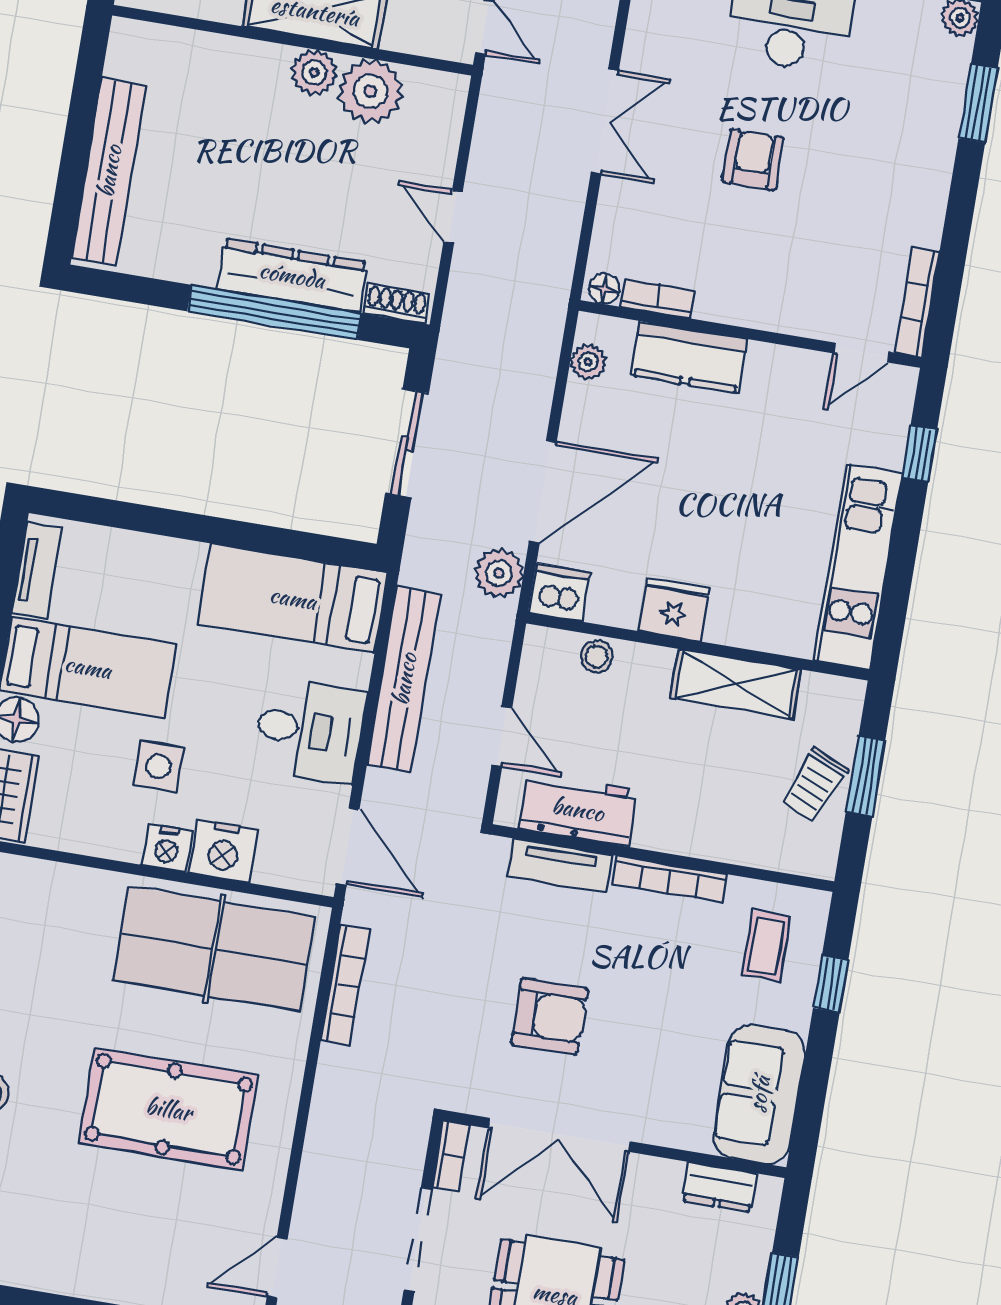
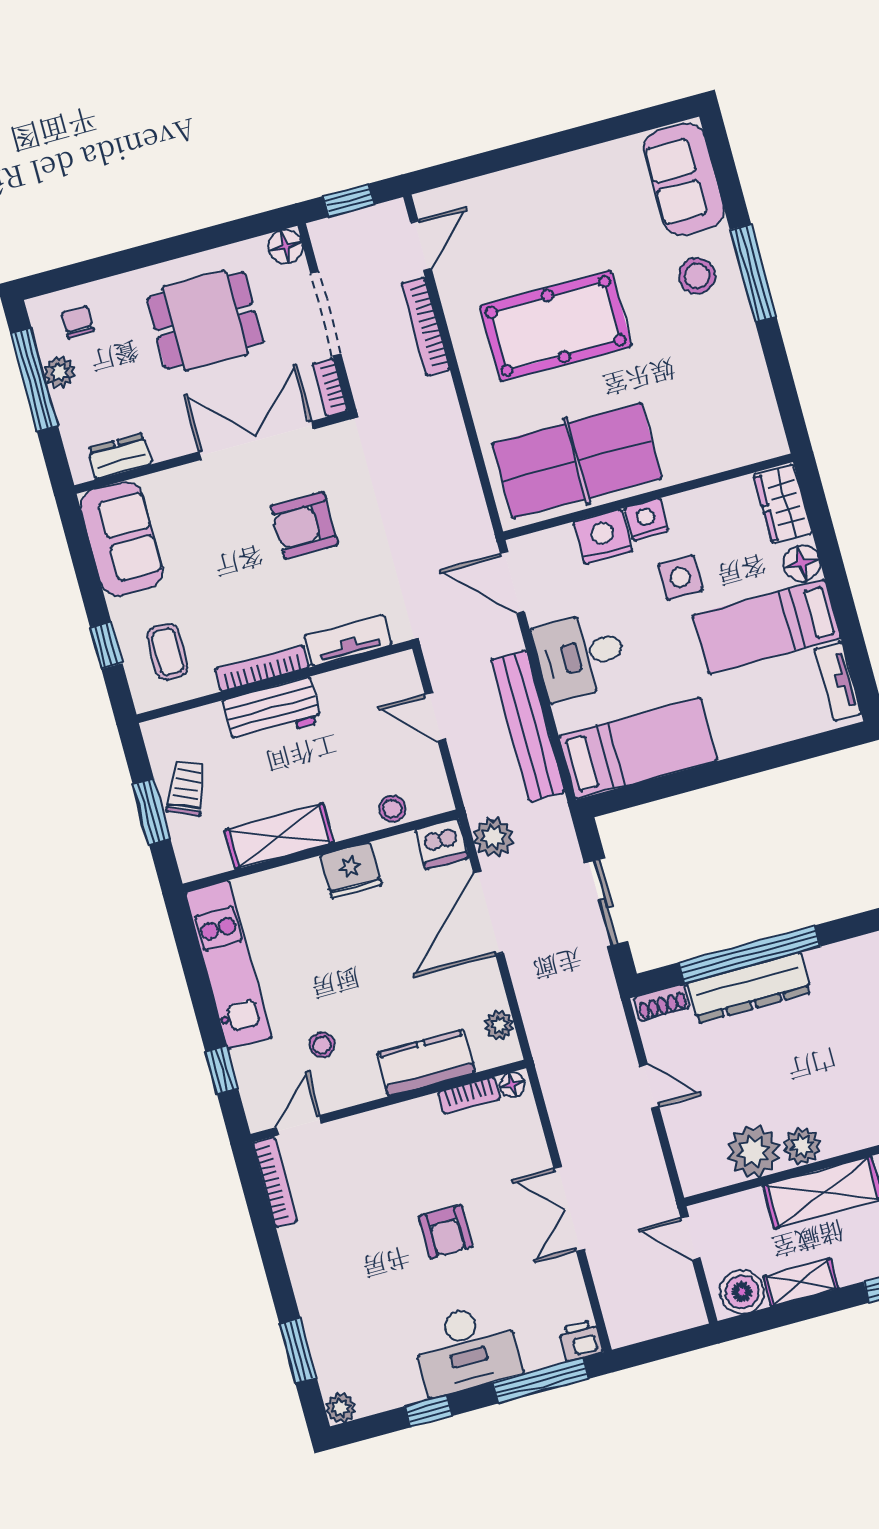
stool: (795, 430) -> (322, 1045), added
workbench: (578, 809) -> (272, 711), moved
bookcase: (345, 985) -> (426, 326), moved

